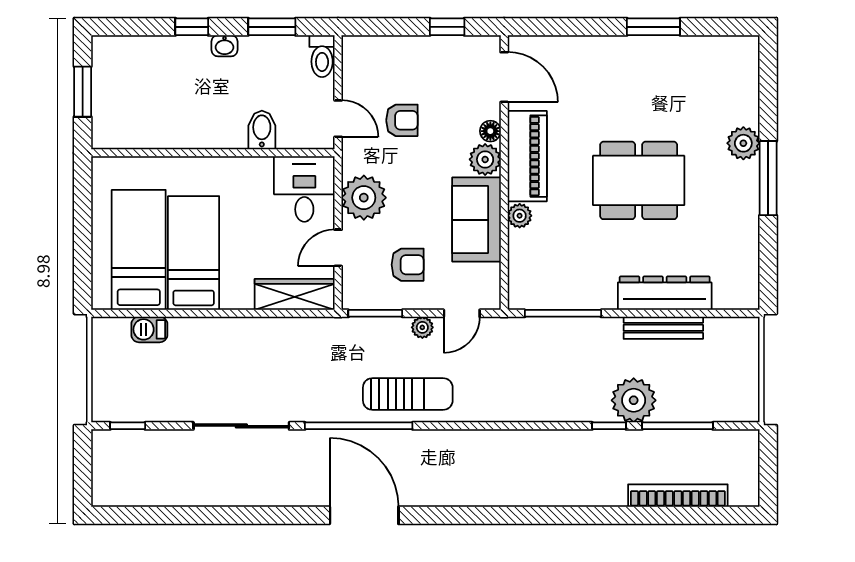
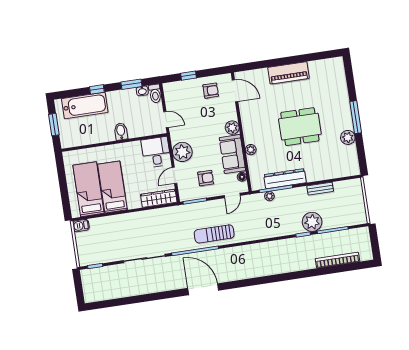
window: (447, 27) -> (188, 76), moved
window: (653, 27) -> (296, 59), removed
washbasin: (225, 46) -> (142, 91), moved
bathtub: (159, 59) -> (85, 105), added
armchair: (402, 120) -> (211, 91), moved
bidet: (262, 130) -> (121, 131), moved
floor lamp: (490, 131) -> (242, 177), moved
plant: (743, 143) -> (348, 137), moved
piano: (527, 156) -> (289, 73), moved, turned 90
dresser: (665, 293) -> (285, 179), moved
plant: (422, 327) -> (269, 196), moved
bench: (663, 328) -> (320, 189), width x0.73
barbecue: (149, 329) -> (81, 226), moved
sun lounger: (408, 394) -> (214, 234), turned 180

